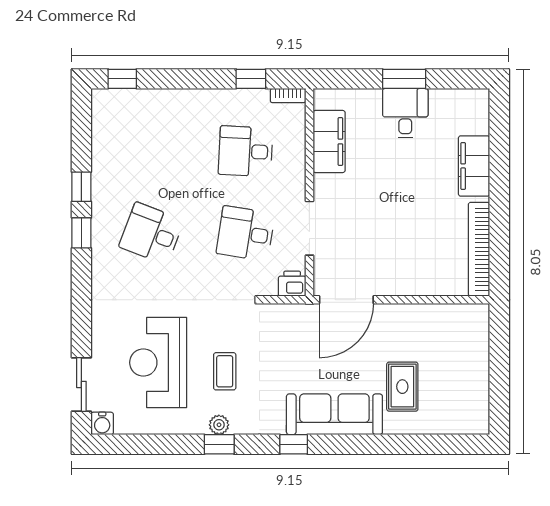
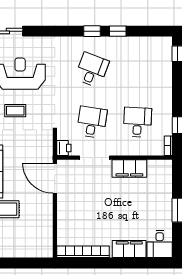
desk: (405, 113) -> (160, 244), moved, turned 90
filing cabinet: (329, 141) -> (129, 169), moved

